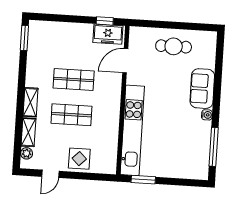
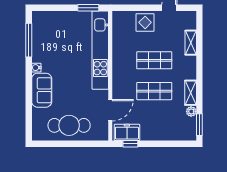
cafe table: (174, 46) -> (69, 125), width x1.37, depth x1.35
shelving: (30, 102) -> (191, 93), moved
plant: (27, 153) -> (191, 111), moved

